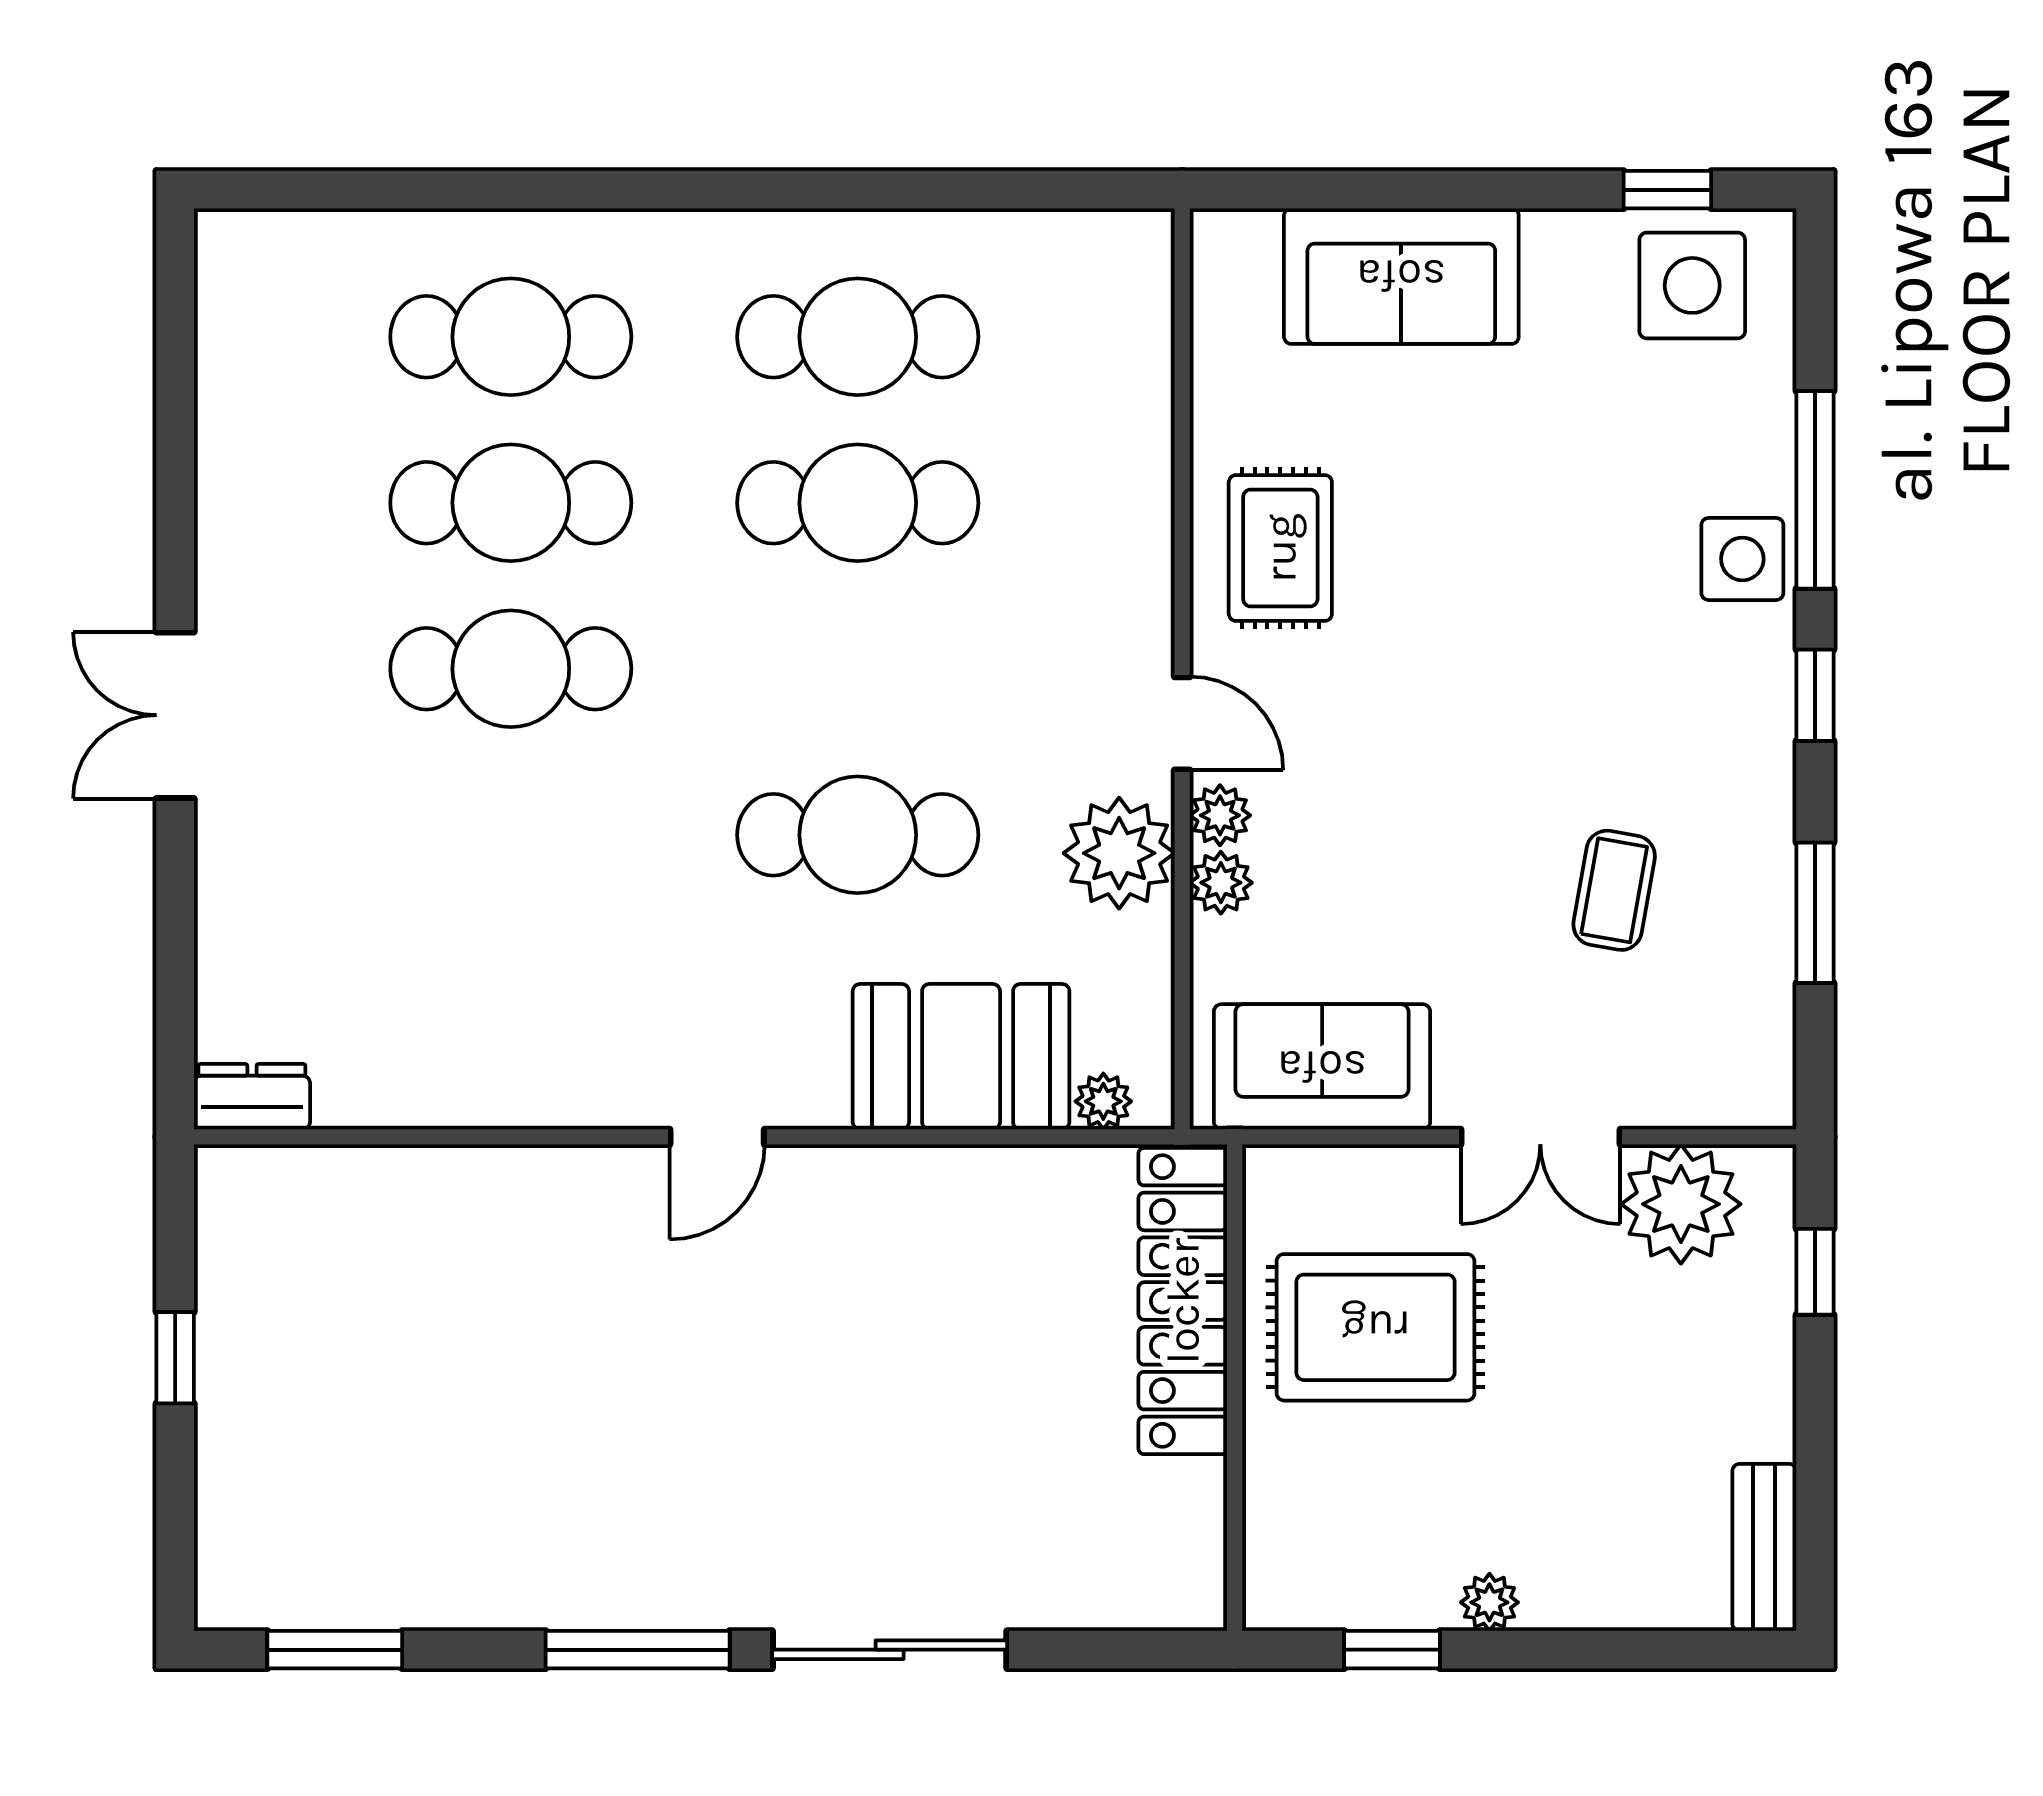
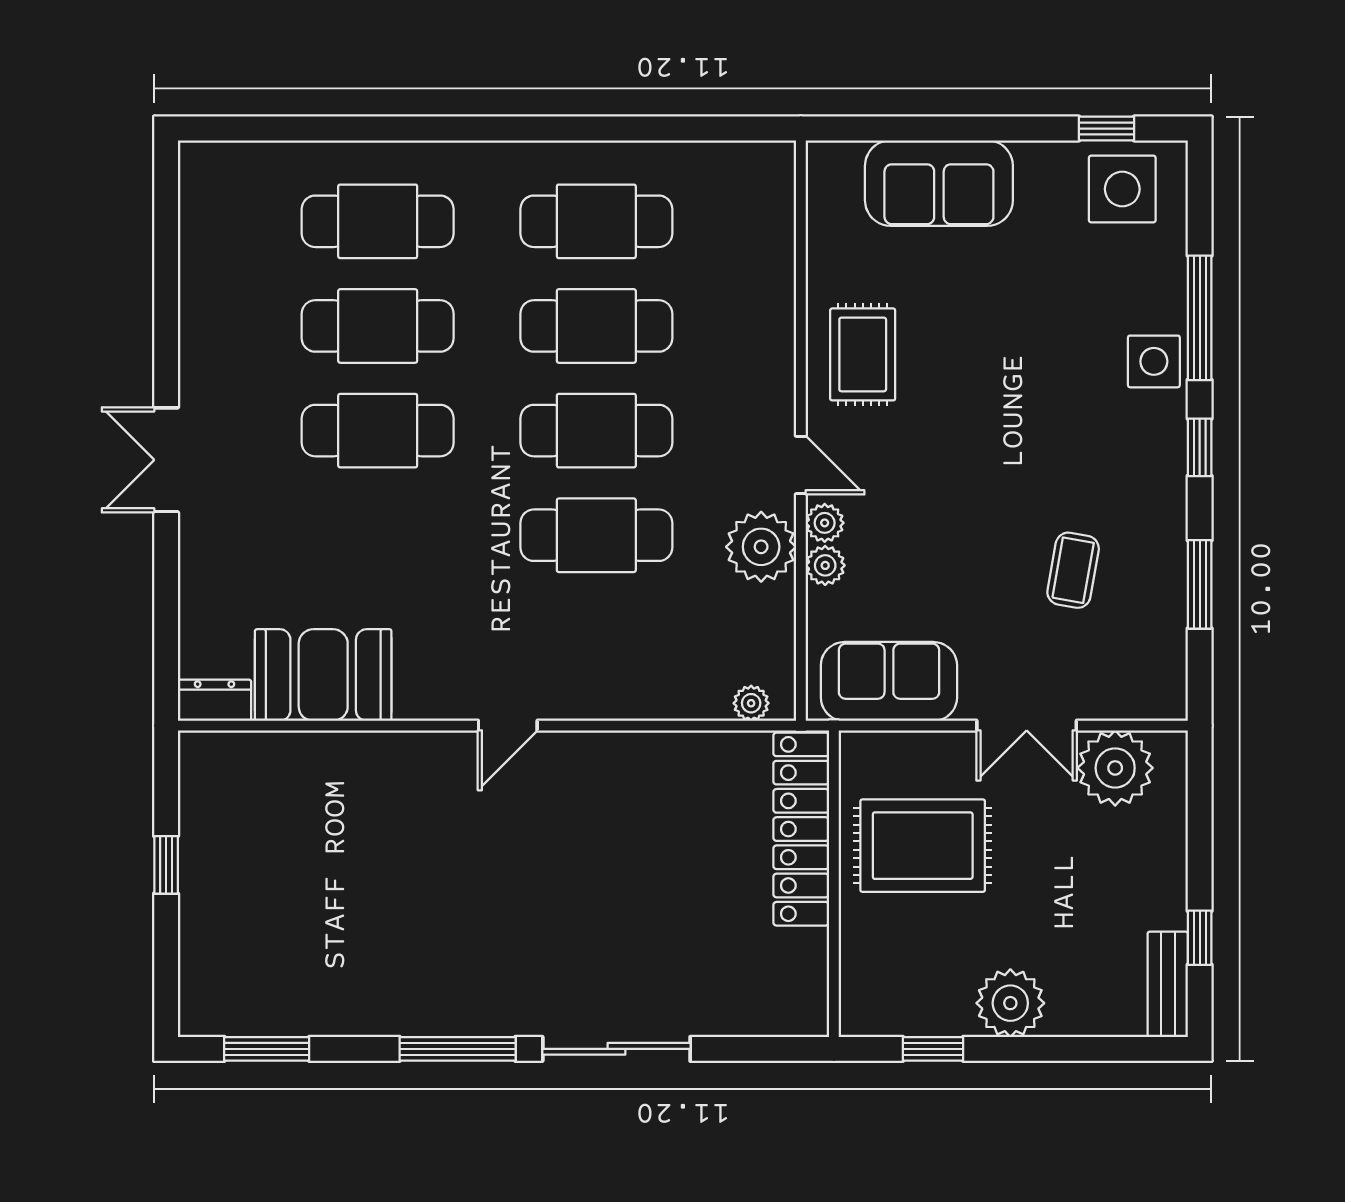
cafe table: (858, 669) -> (596, 431), added
booth: (961, 1057) -> (323, 675), moved
window: (1815, 1272) -> (1200, 938), moved
plant: (1489, 1602) -> (1010, 1003), width x1.87, depth x1.87

